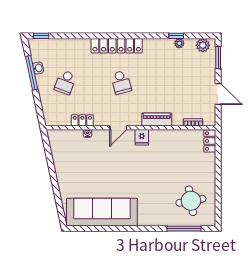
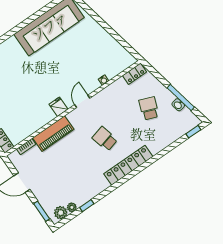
plant: (179, 43) -> (72, 207), moved
locker: (82, 120) -> (134, 74), moved
piano: (157, 120) -> (53, 134), width x1.37, depth x1.33

